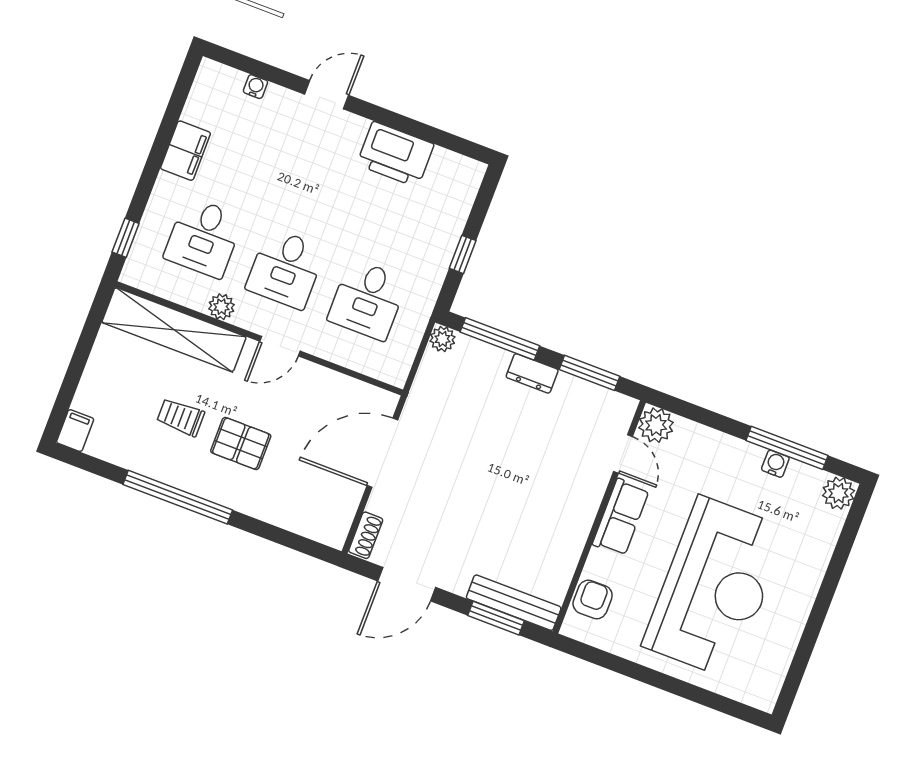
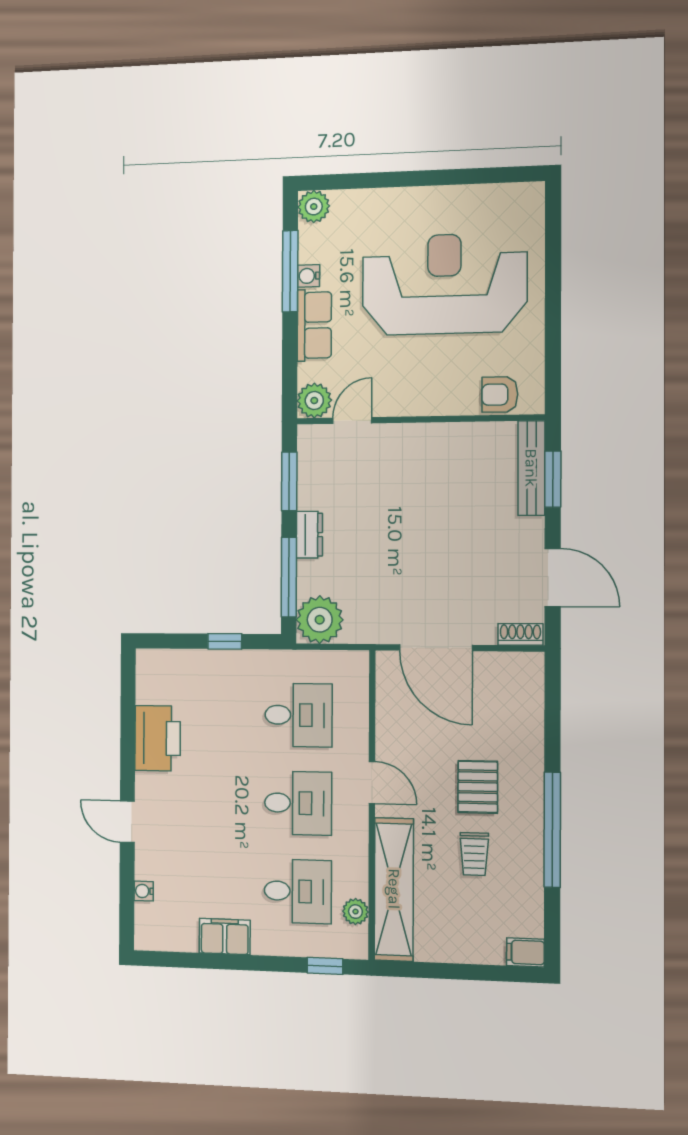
plant: (221, 307) -> (355, 912), moved
plant: (443, 339) -> (320, 620), width x1.87, depth x1.87
row of seats: (621, 517) -> (314, 325), moved, turned 90

